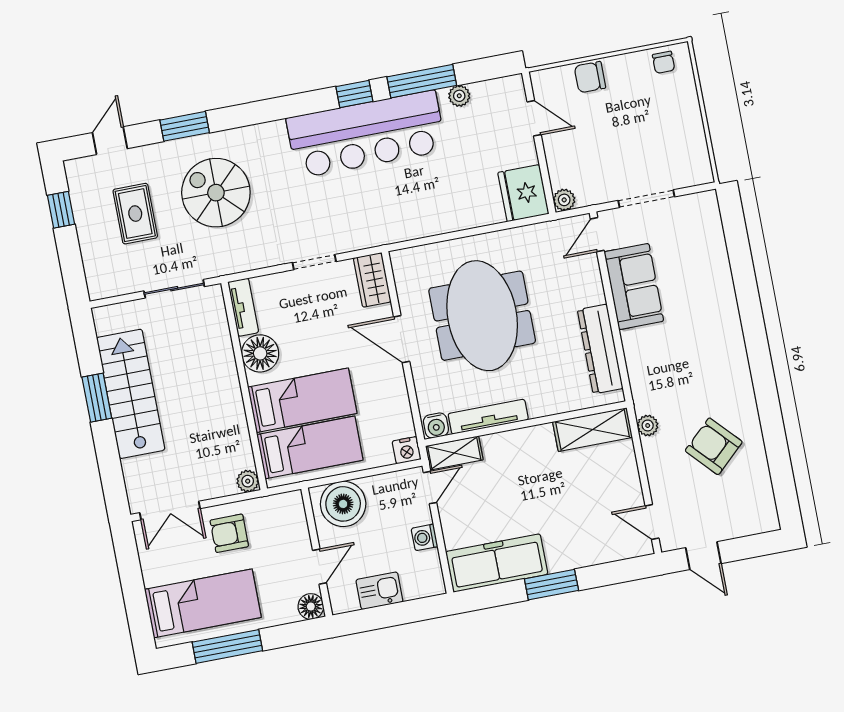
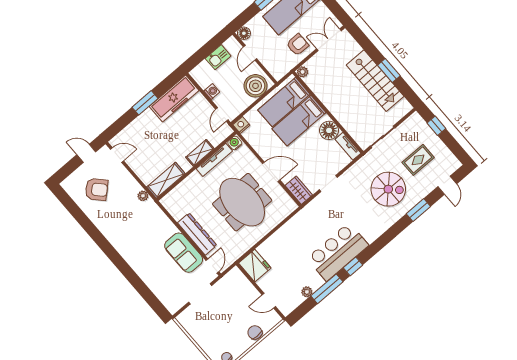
chair: (590, 77) -> (255, 332), turned -90
bar counter: (366, 134) -> (338, 252), width x0.73
plant: (564, 200) -> (235, 273), removed
window: (61, 210) -> (436, 126), moved
rug: (135, 214) -> (418, 160), turned 90
dresser: (600, 349) -> (197, 234), moved
armchair: (714, 446) -> (97, 189), moved
shelving: (454, 453) -> (200, 153), moved

